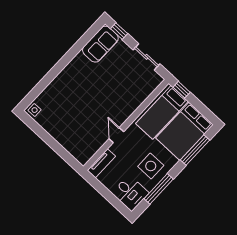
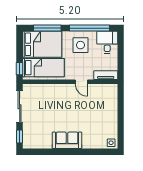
sofa: (100, 44) -> (67, 140), moved
sliding door: (146, 57) -> (20, 107), width x1.37
door: (116, 135) -> (81, 82), hinge flipped
window: (159, 189) -> (89, 28), width x1.46

